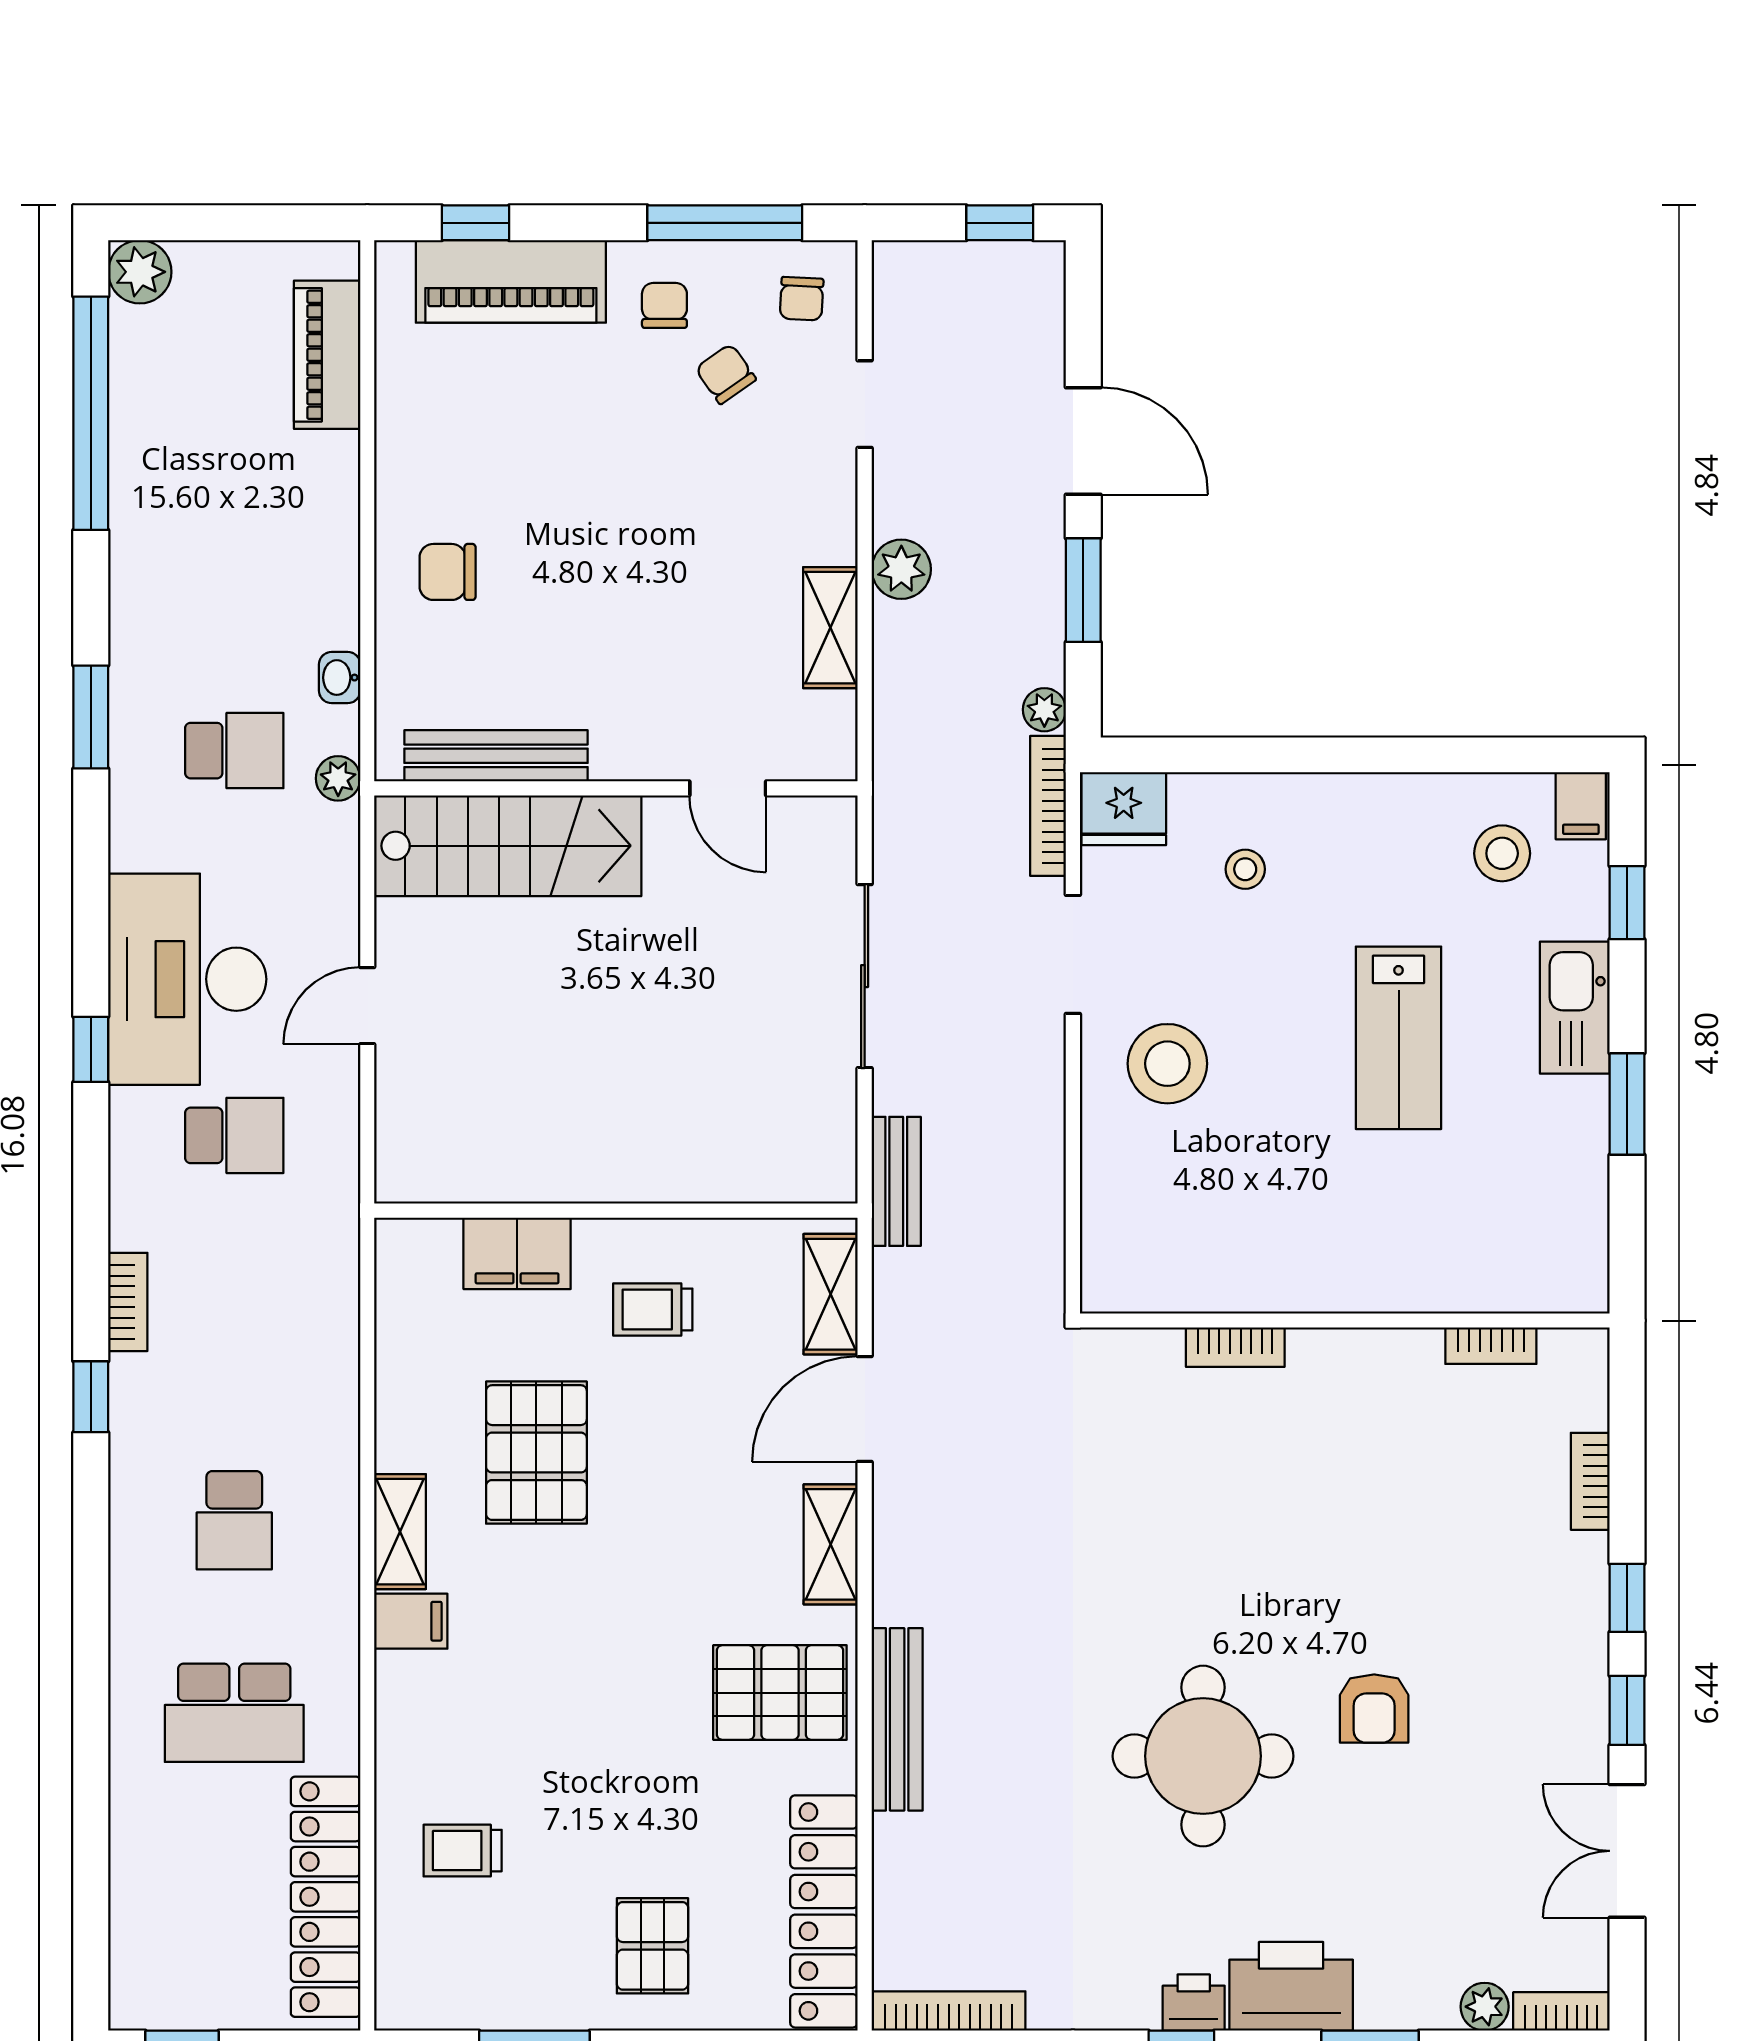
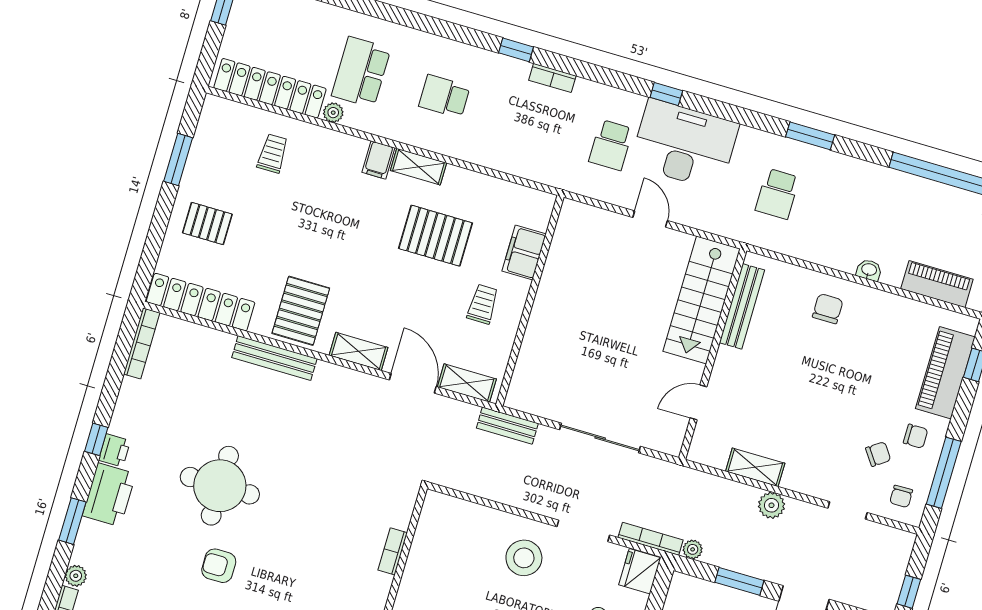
chair: (802, 299) -> (901, 496), turned -94
washbasin: (340, 678) -> (869, 270), moved
plant: (338, 778) -> (333, 113), moved

